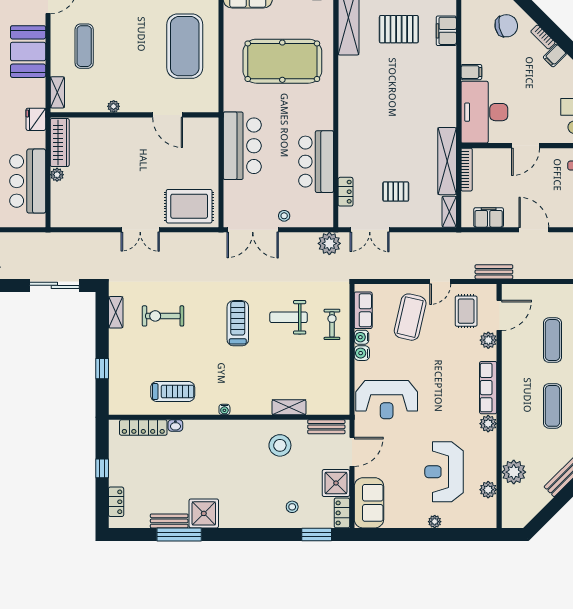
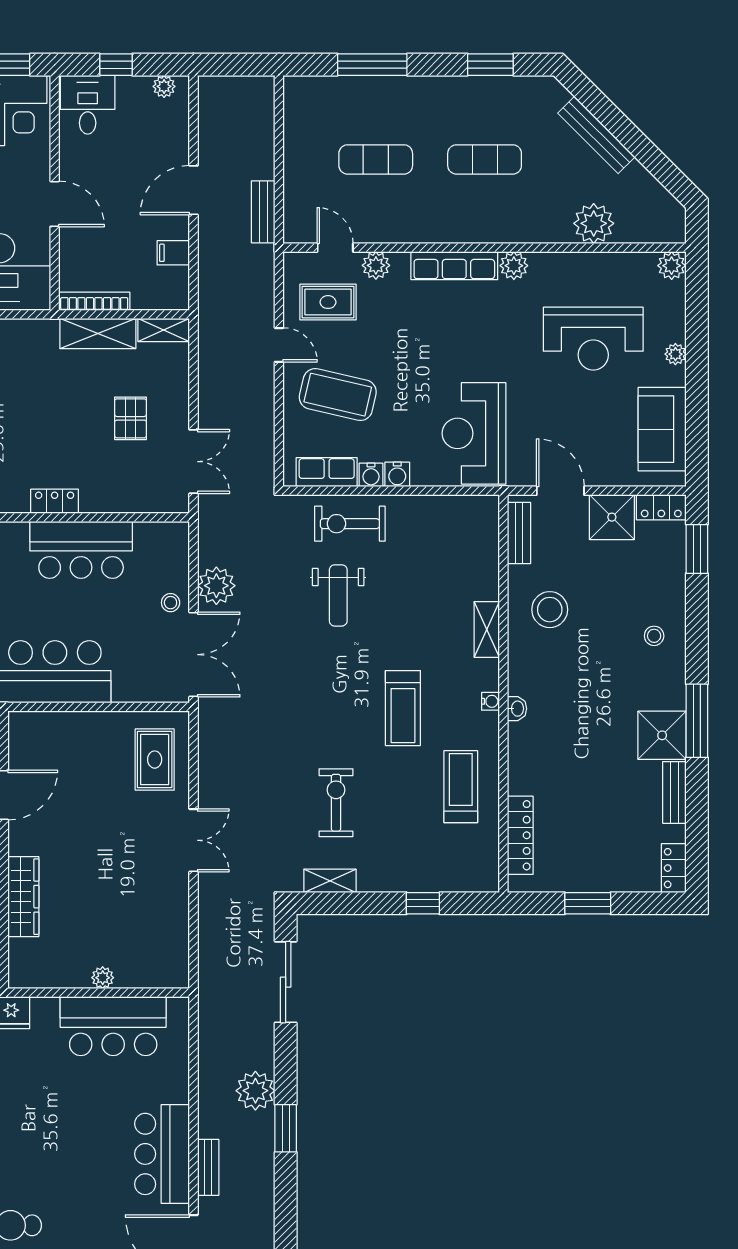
wardrobe: (60, 142) -> (23, 897), moved, turned 90
shelving: (447, 161) -> (98, 334), width x0.68
locker: (346, 192) -> (55, 501), moved
rug: (189, 206) -> (155, 760), width x0.73, depth x0.70
filing cabinet: (489, 217) -> (173, 253), width x0.50
plant: (329, 243) -> (216, 586), moved
bench: (494, 272) -> (263, 212), moved
door: (499, 315) -> (335, 248), width x0.73
exercise bike: (163, 316) -> (336, 803), turned 180
treadmill: (238, 323) -> (403, 708), moved, turned -90
exercise bike: (332, 324) -> (350, 524), width x1.38, depth x1.39
reception desk: (387, 400) -> (474, 433), turned 180
shelving: (289, 407) -> (487, 629), moved
washbasin: (175, 426) -> (517, 709), moved
window: (102, 468) -> (588, 903), width x1.50
plant: (488, 490) -> (672, 266), moved
locker: (116, 502) -> (674, 868), moved, turned -90
sofa: (369, 503) -> (662, 429), moved, turned -90
stool: (292, 507) -> (654, 636), moved
window: (179, 535) -> (697, 721), moved

